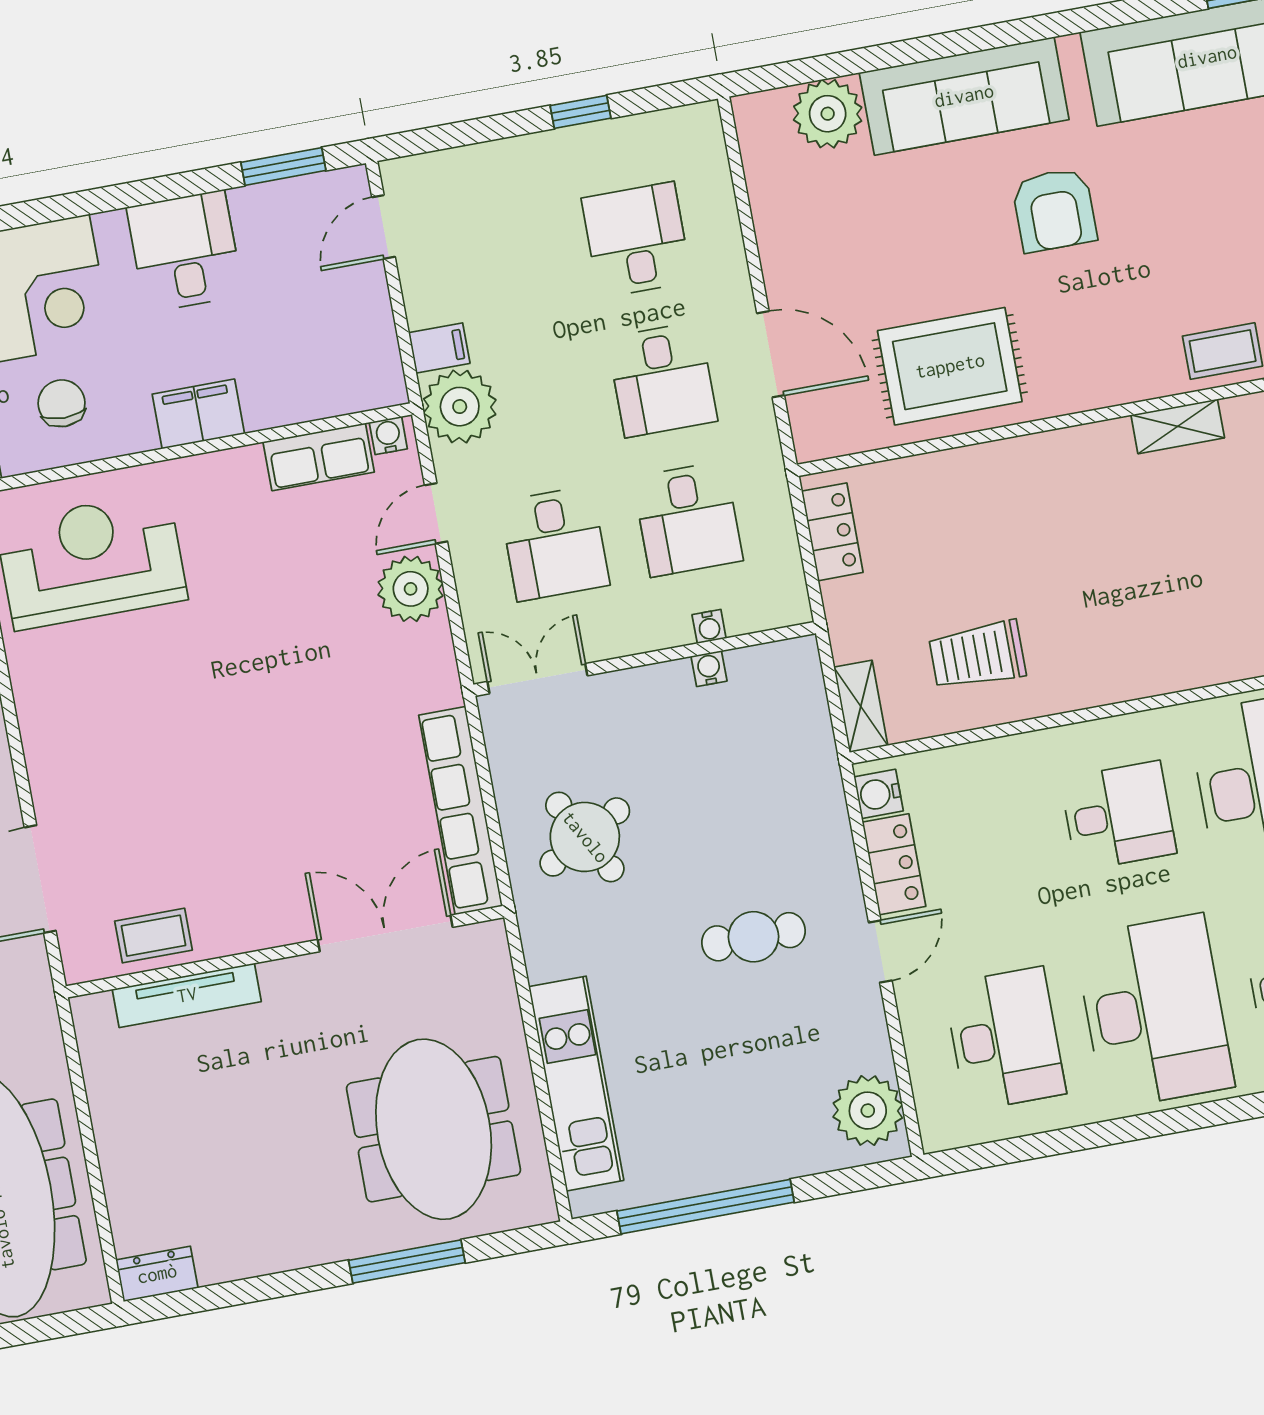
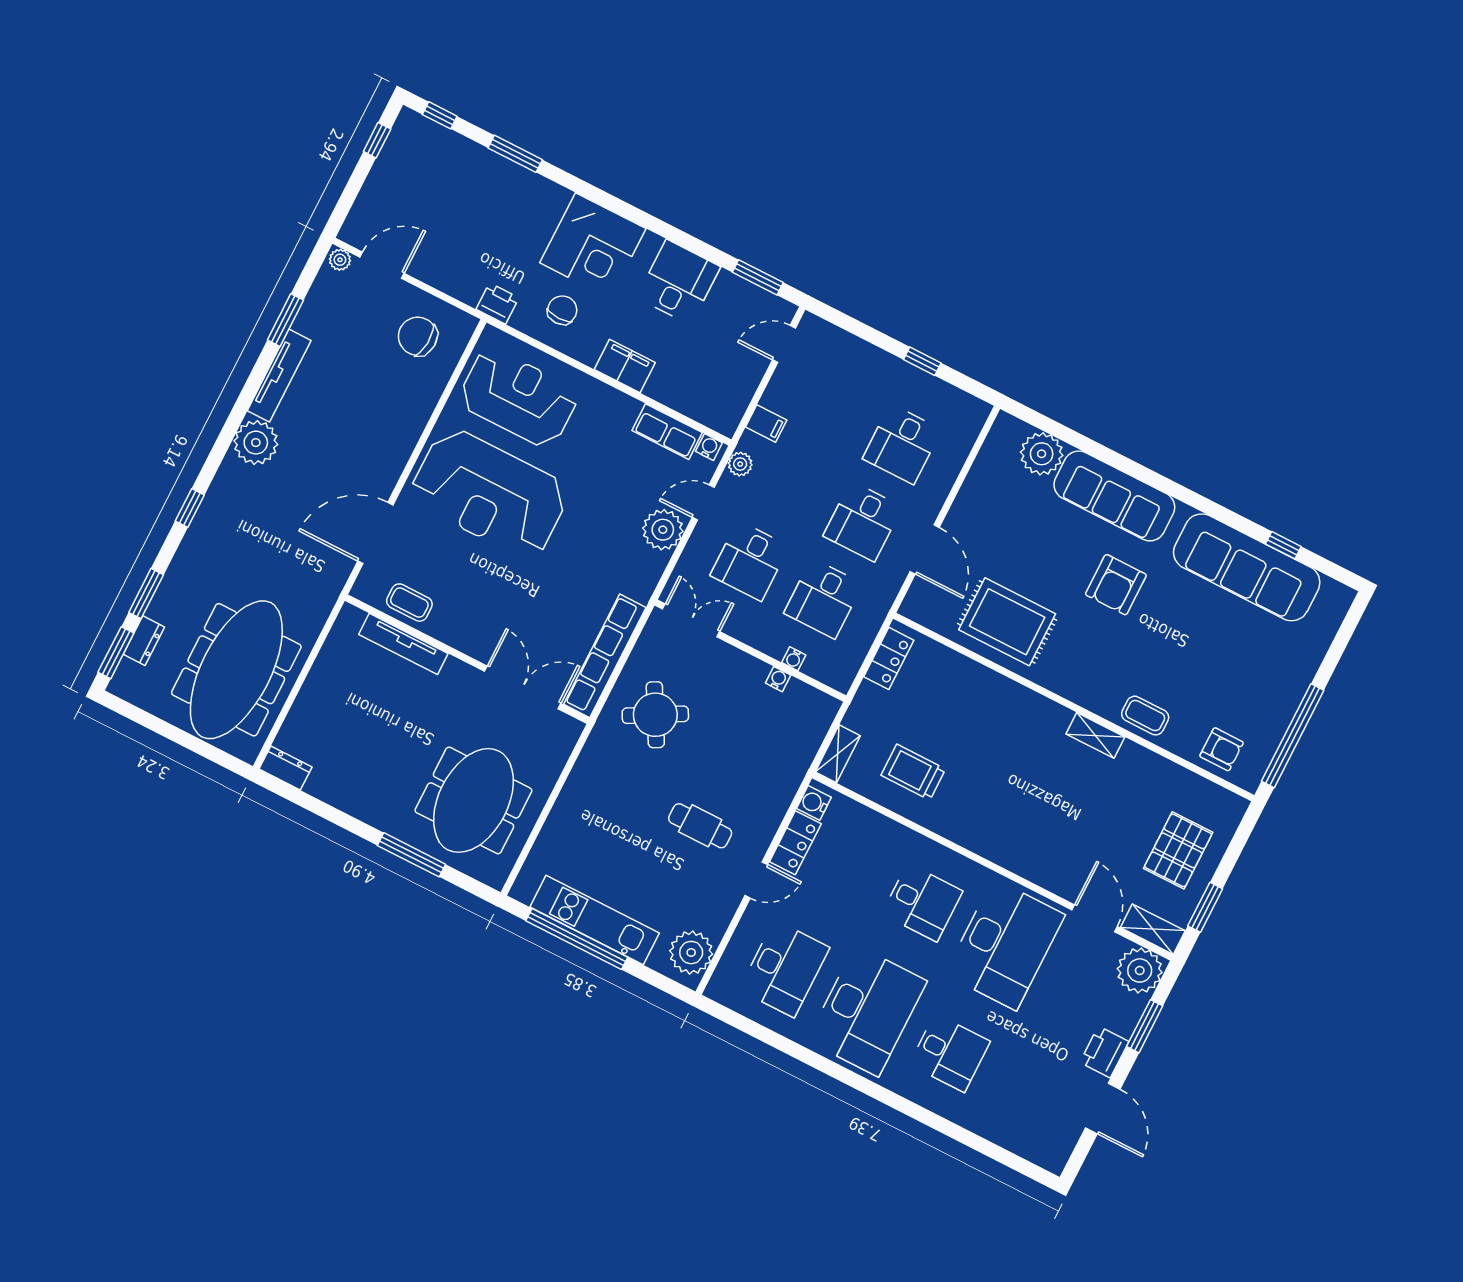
desk: (637, 240) -> (902, 444), turned 180
plant: (460, 407) -> (740, 464), width x0.53, depth x0.53
reception desk: (149, 714) -> (490, 493), added
kitchen unit: (576, 1084) -> (595, 920), moved, turned -90

